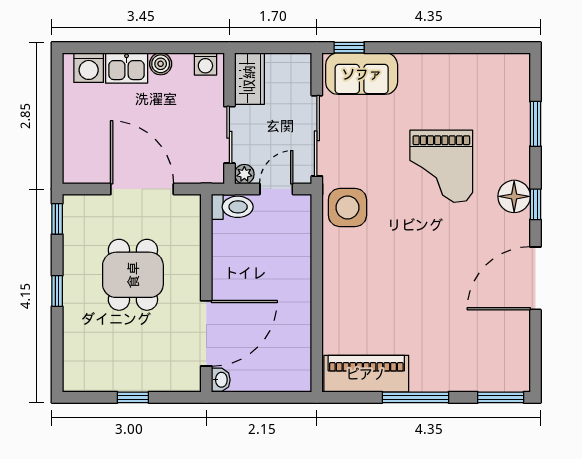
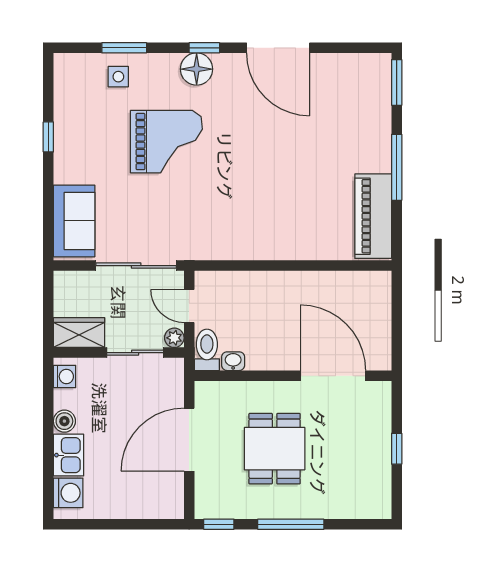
window: (349, 48) -> (48, 137), moved
side table: (347, 207) -> (118, 77), moved, width x0.54, depth x0.54
dining table: (133, 275) -> (275, 449), turned 90
window: (57, 291) -> (291, 524), width x2.17
washbasin: (221, 380) -> (233, 361), moved

